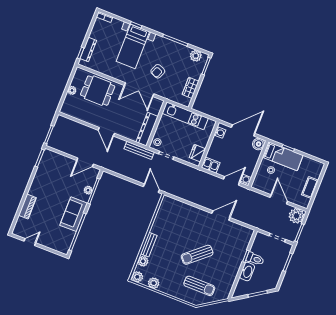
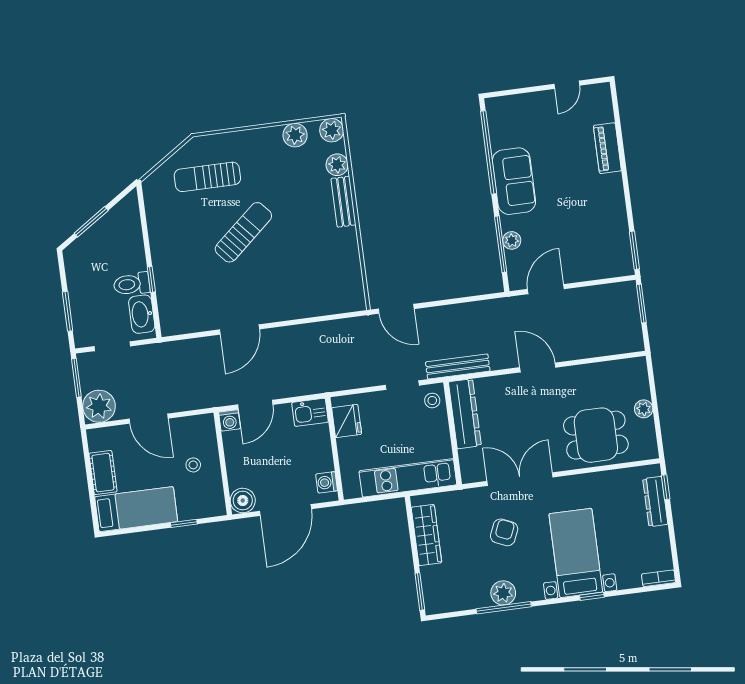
plant: (196, 56) -> (503, 593), moved
wardrobe: (190, 88) -> (427, 535), width x1.50
bed: (283, 156) -> (136, 509), moved, turned 180
washbasin: (247, 272) -> (142, 314), moved

